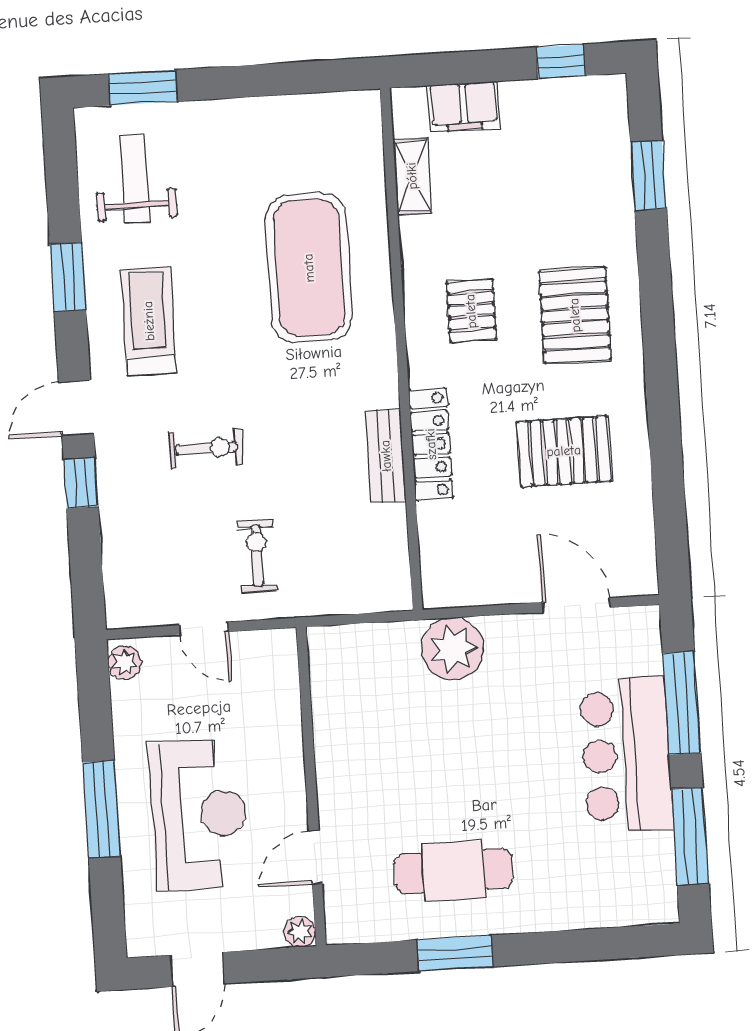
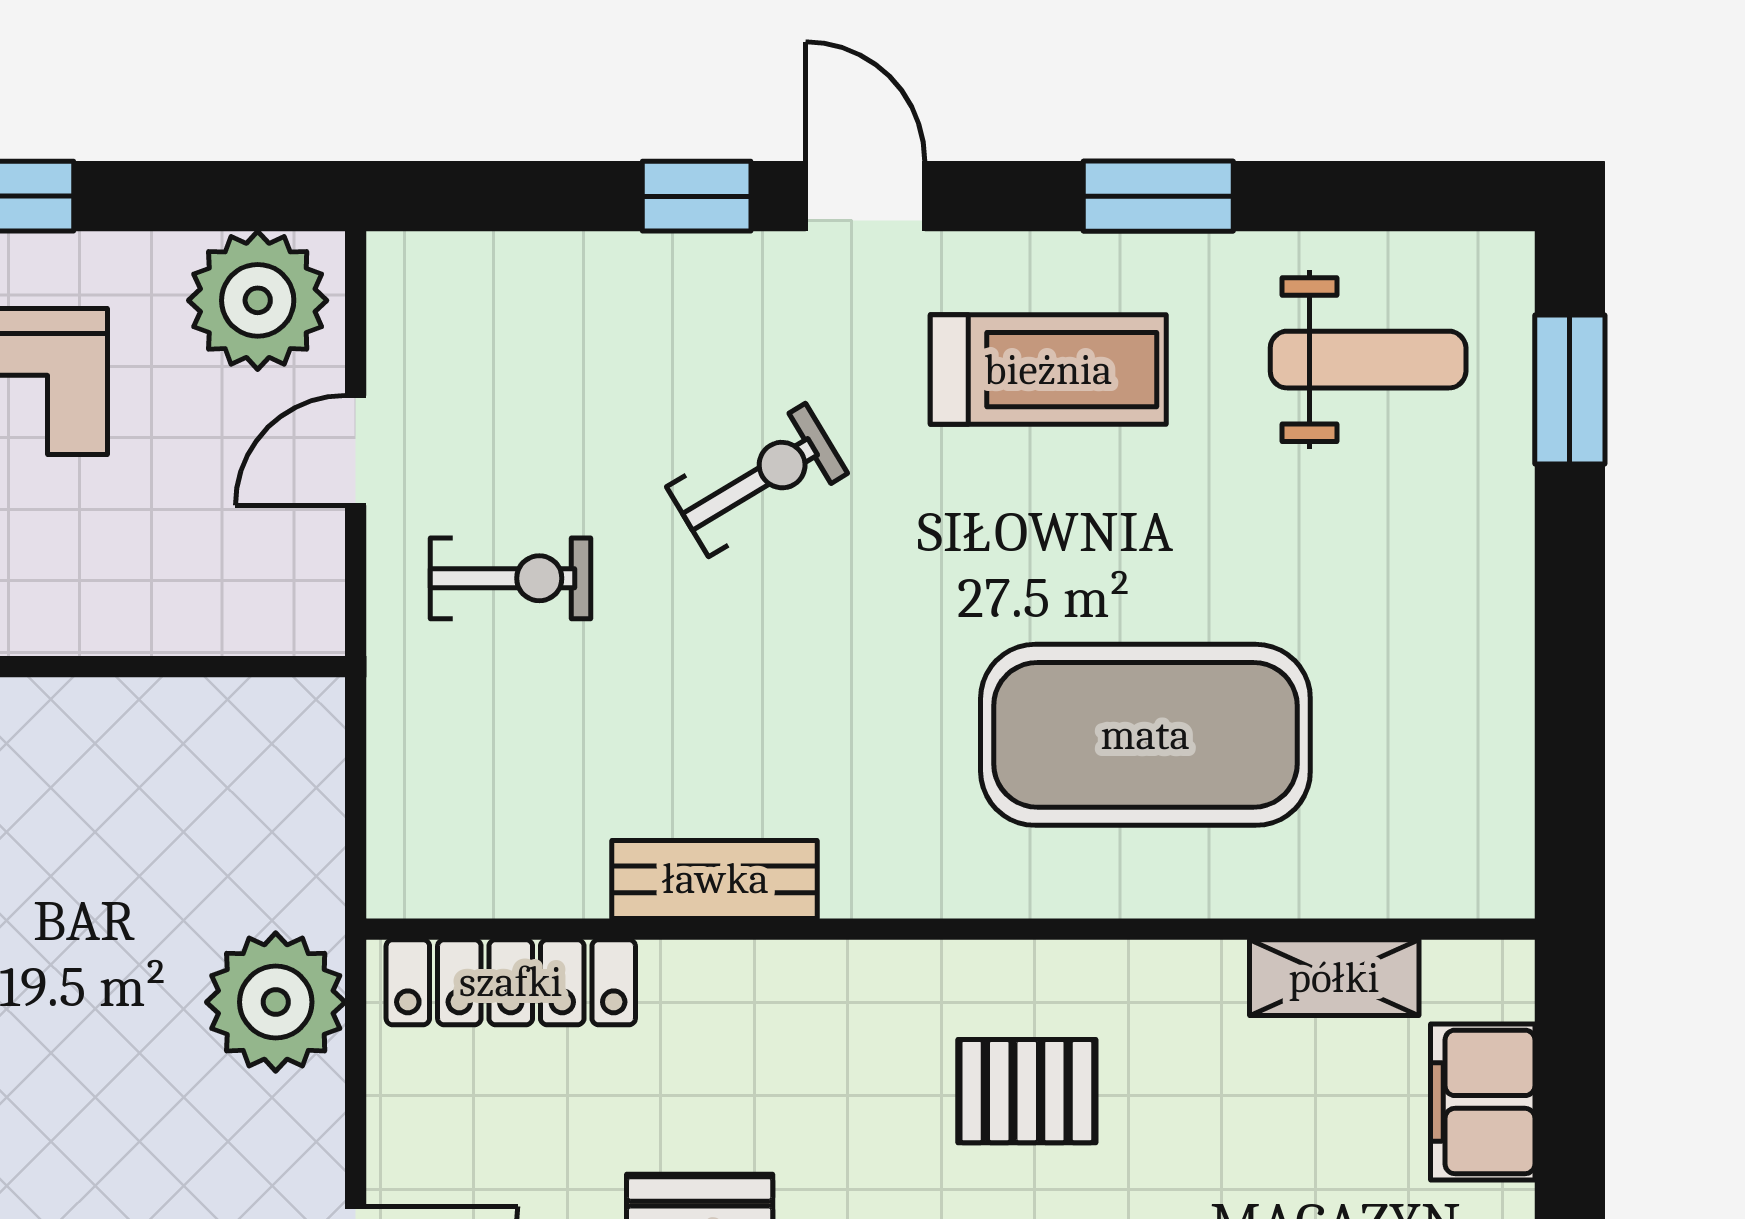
locker: (431, 444) -> (511, 982), moved
exercise bike: (206, 448) -> (757, 480), turned -121
plant: (124, 663) -> (258, 300), width x1.87, depth x1.87

